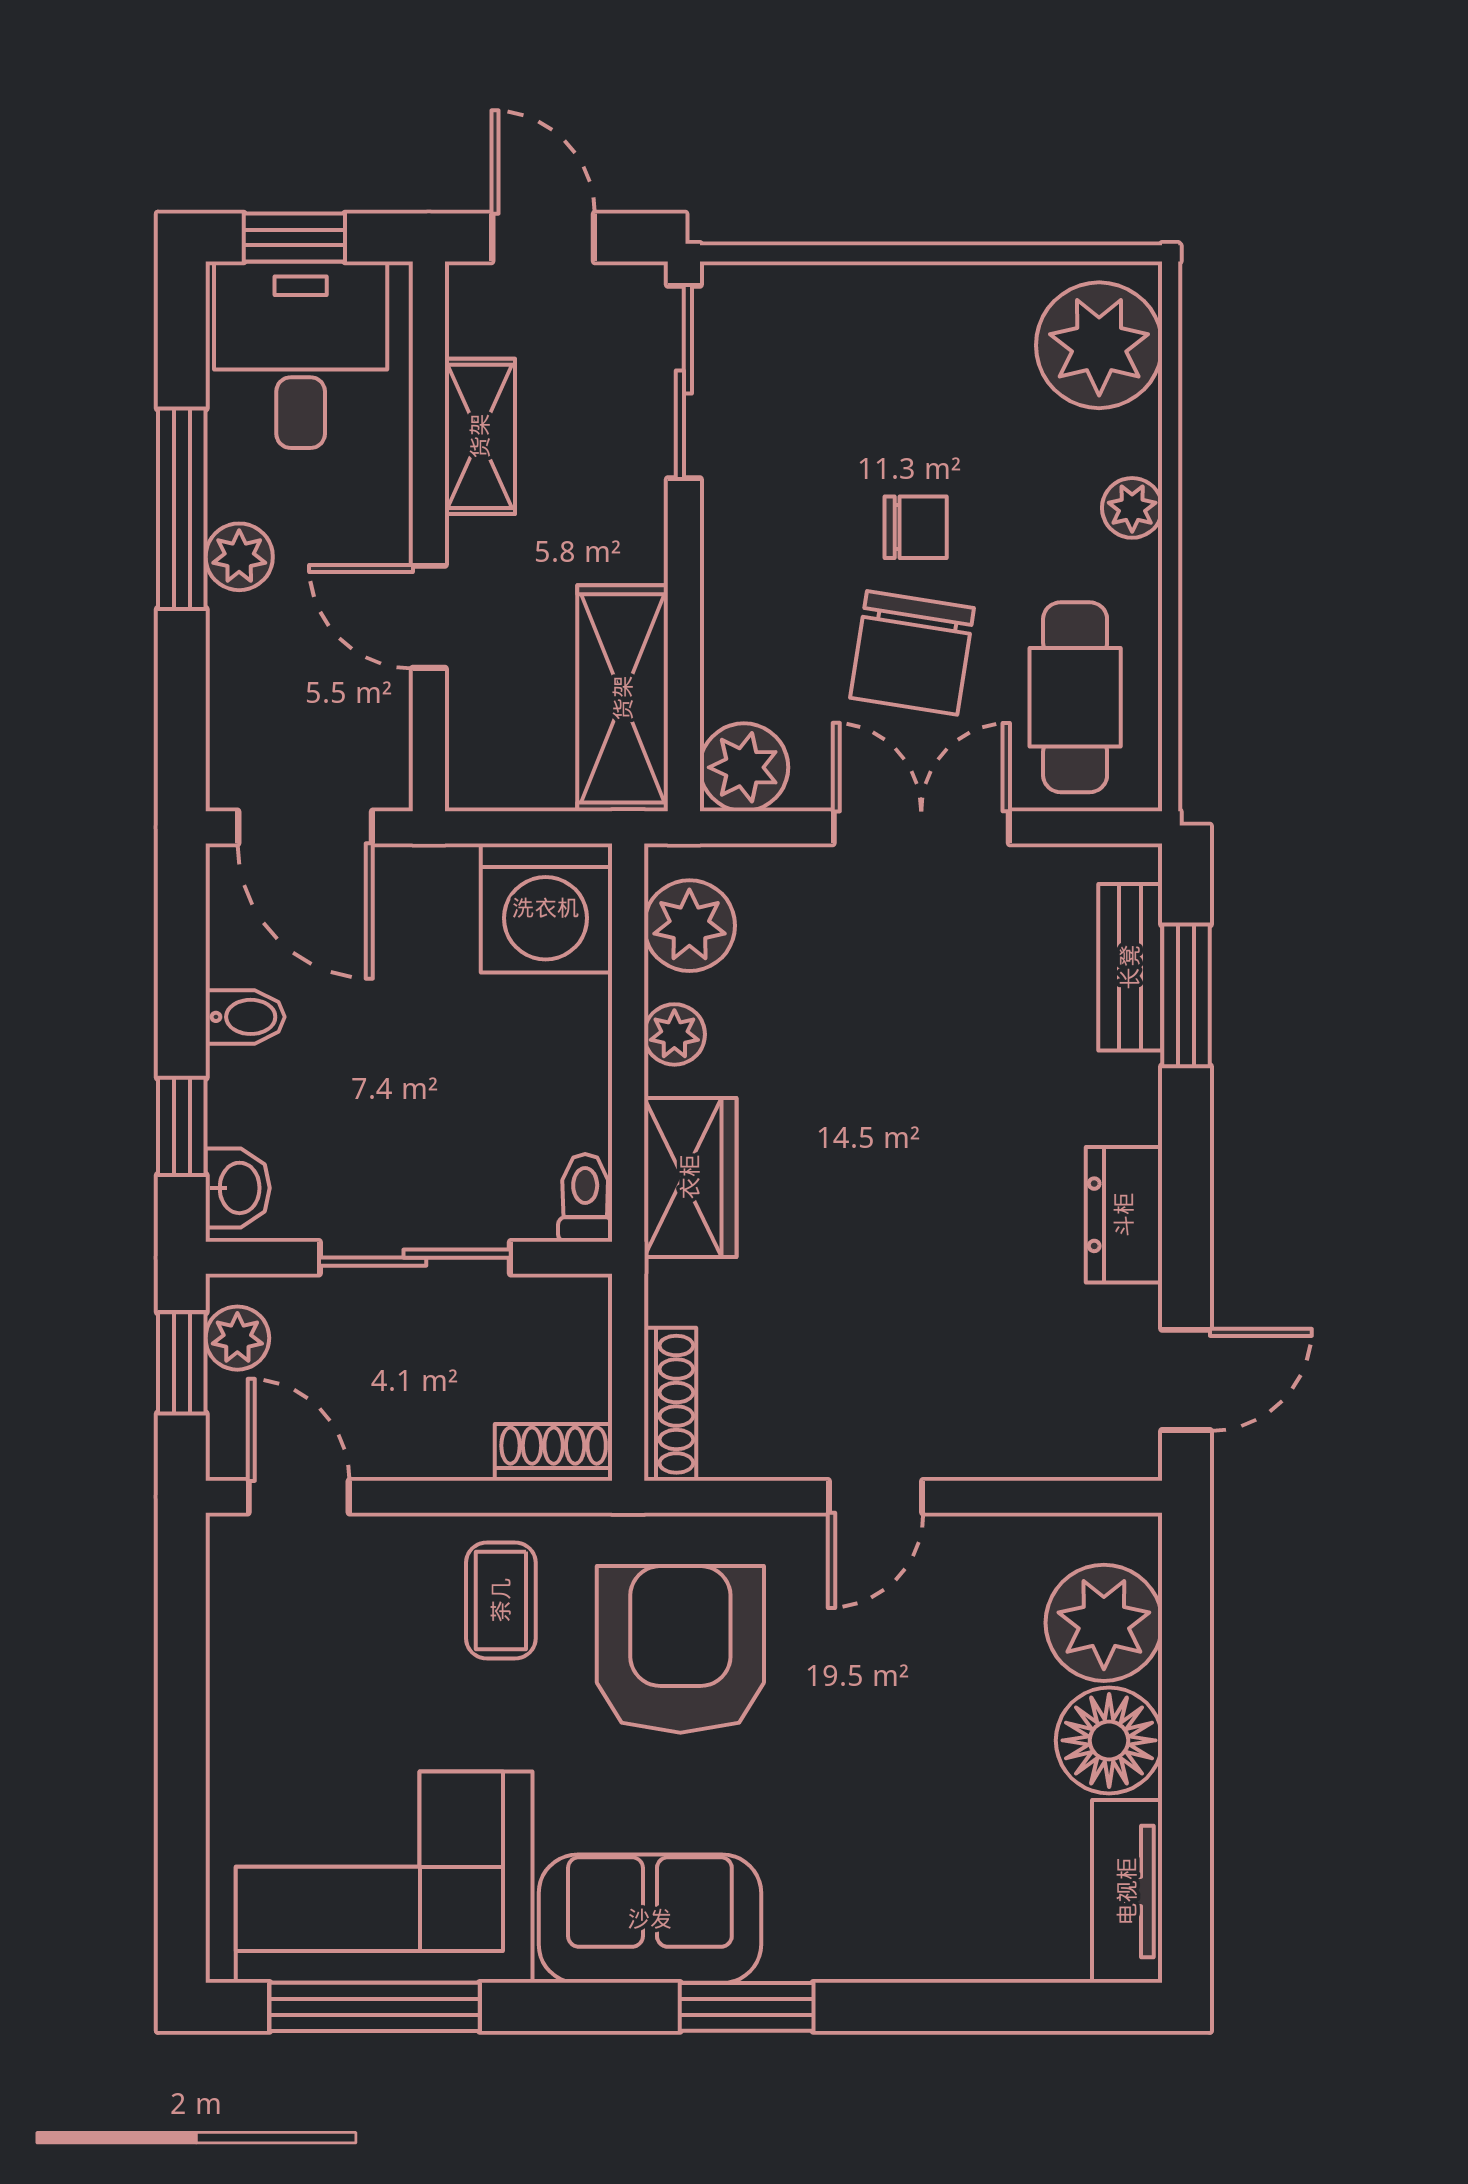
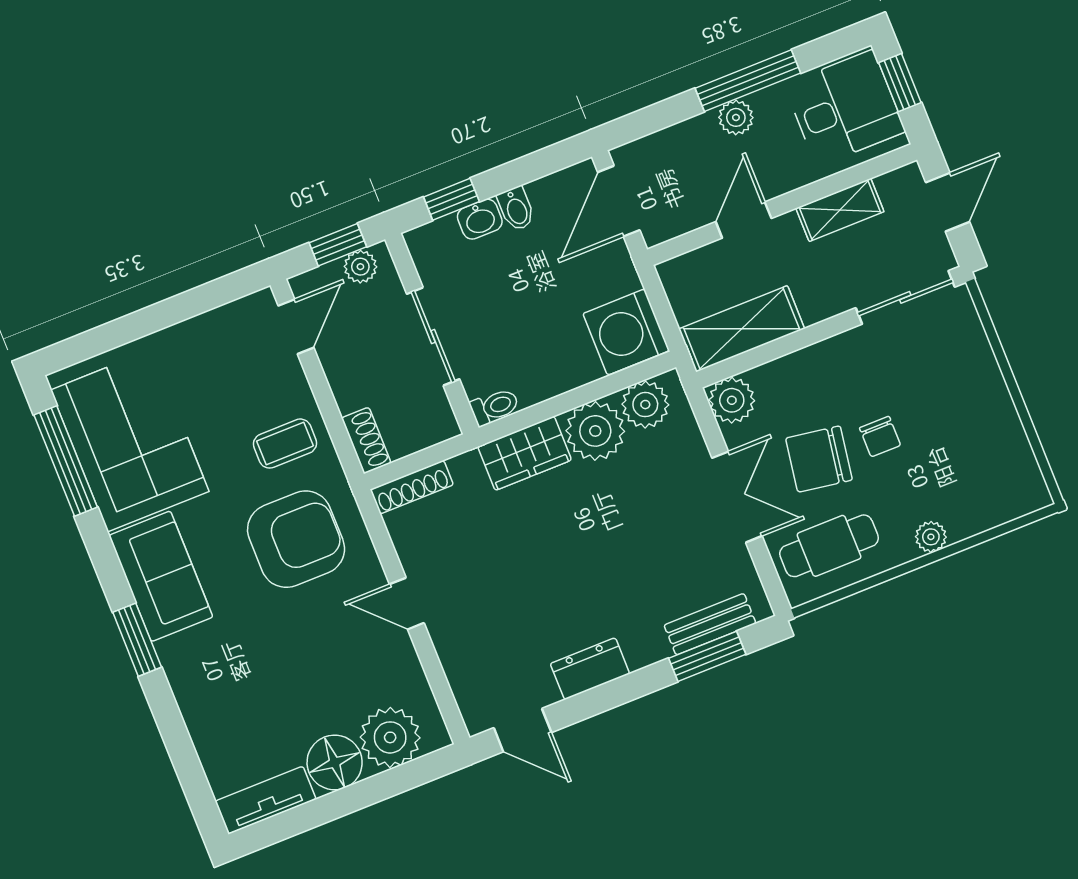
plant: (1099, 345) -> (1003, 490), removed
plant: (674, 1034) -> (595, 431), width x1.87, depth x1.87
washbasin: (238, 1188) -> (480, 219), moved

